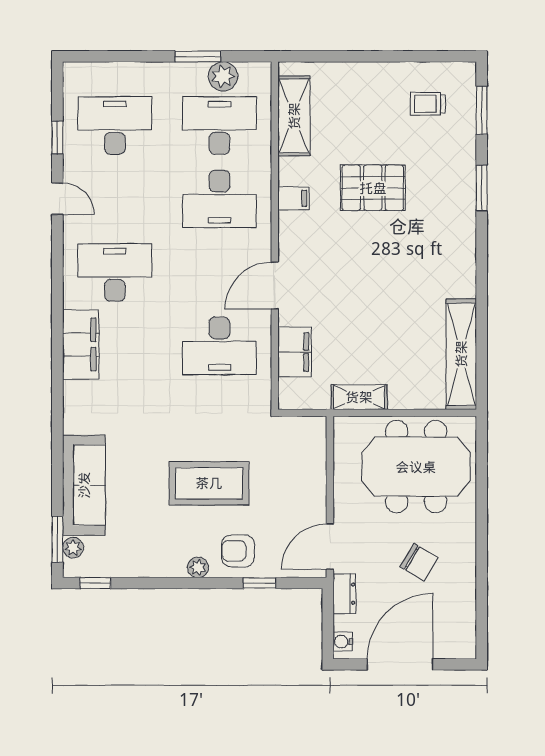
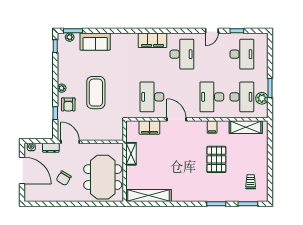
sofa: (84, 485) -> (95, 42), width x0.73
armchair: (238, 551) -> (68, 104), turned 180

